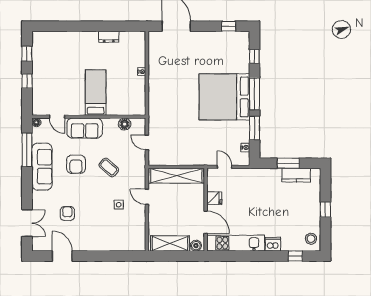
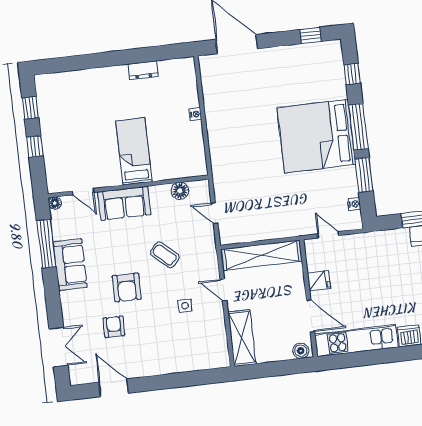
armchair: (76, 164) -> (127, 287), moved
sofa: (42, 167) -> (70, 265), width x0.73
shelving: (170, 243) -> (242, 338), moved, turned 90

